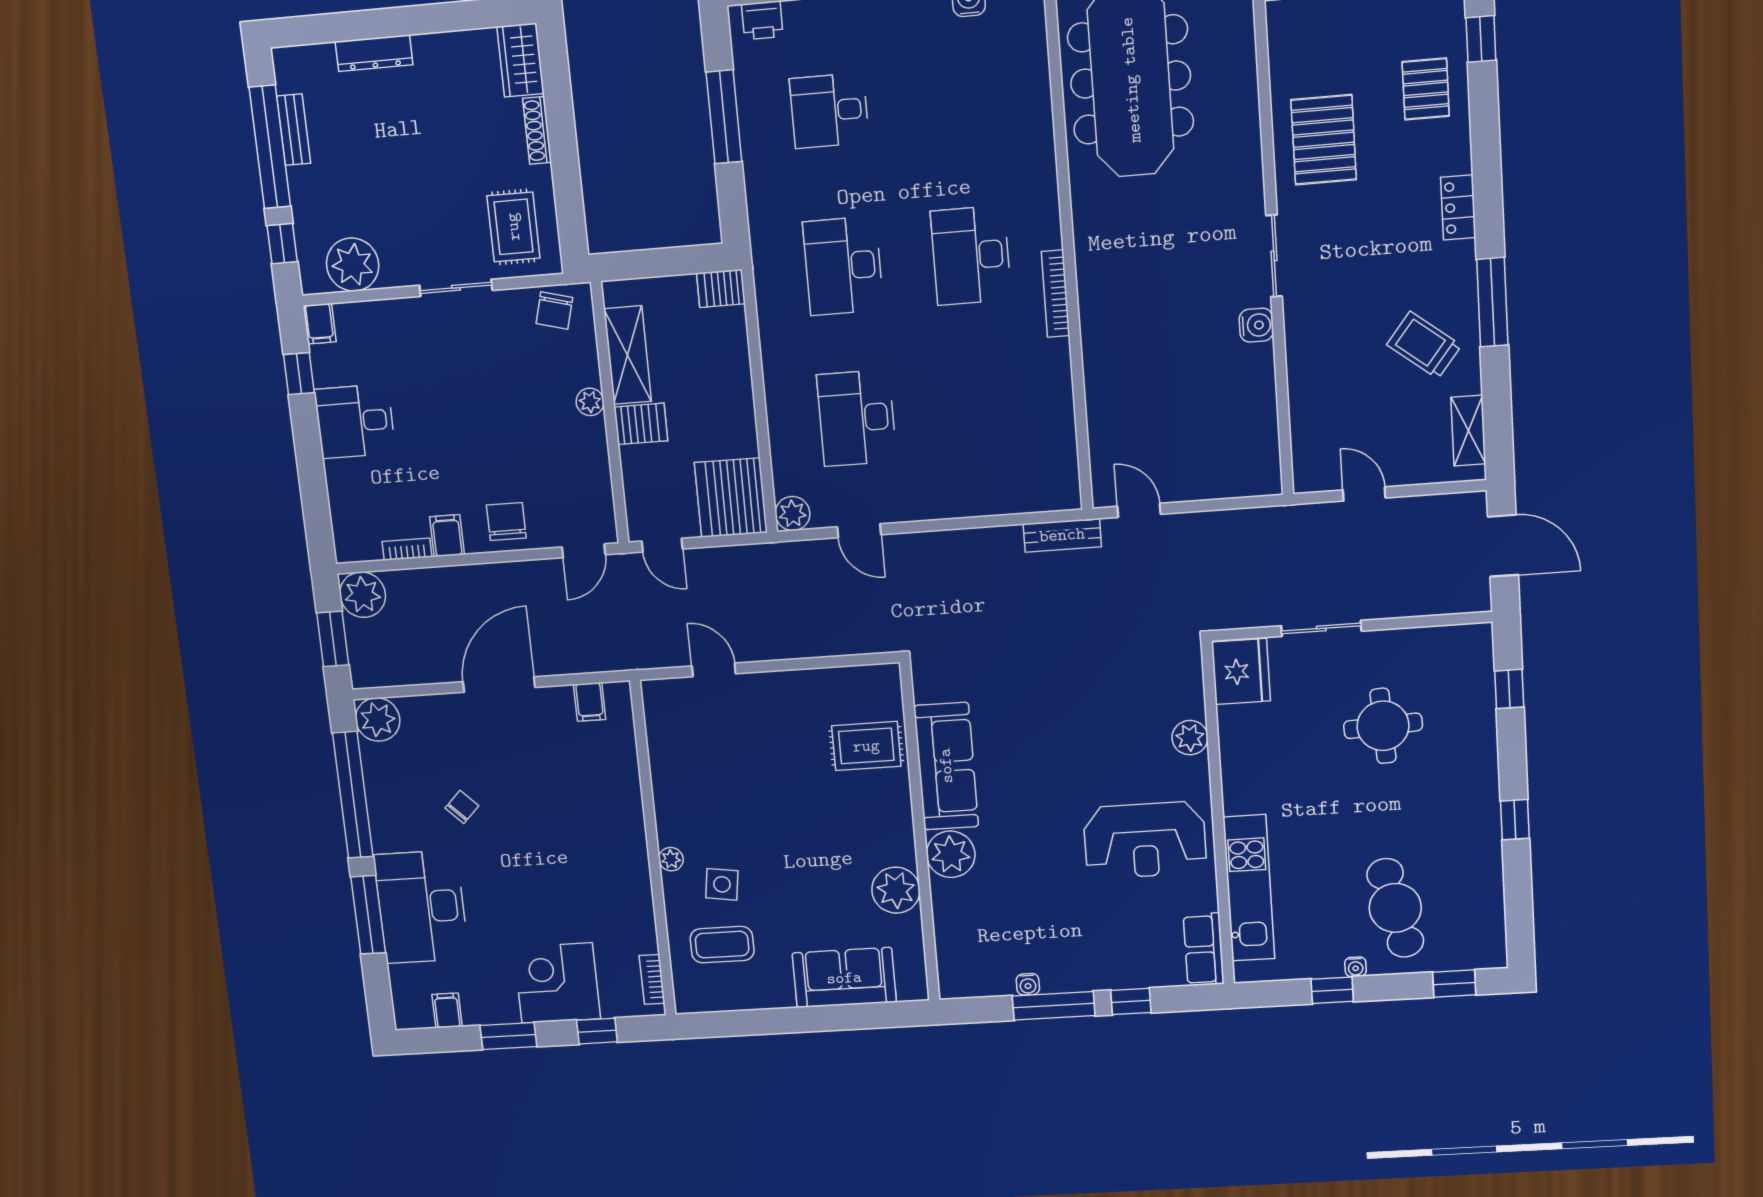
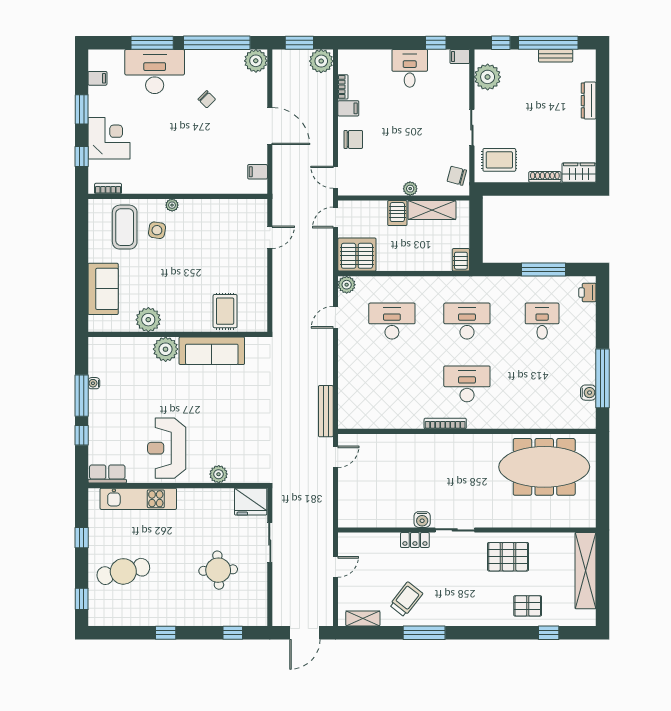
locker: (1458, 207) -> (415, 540), moved, turned 180
bench: (1062, 535) -> (326, 411), width x1.36
coffee table: (722, 945) -> (125, 227), width x1.36, depth x1.32
water cooler: (1356, 967) -> (93, 550), removed

